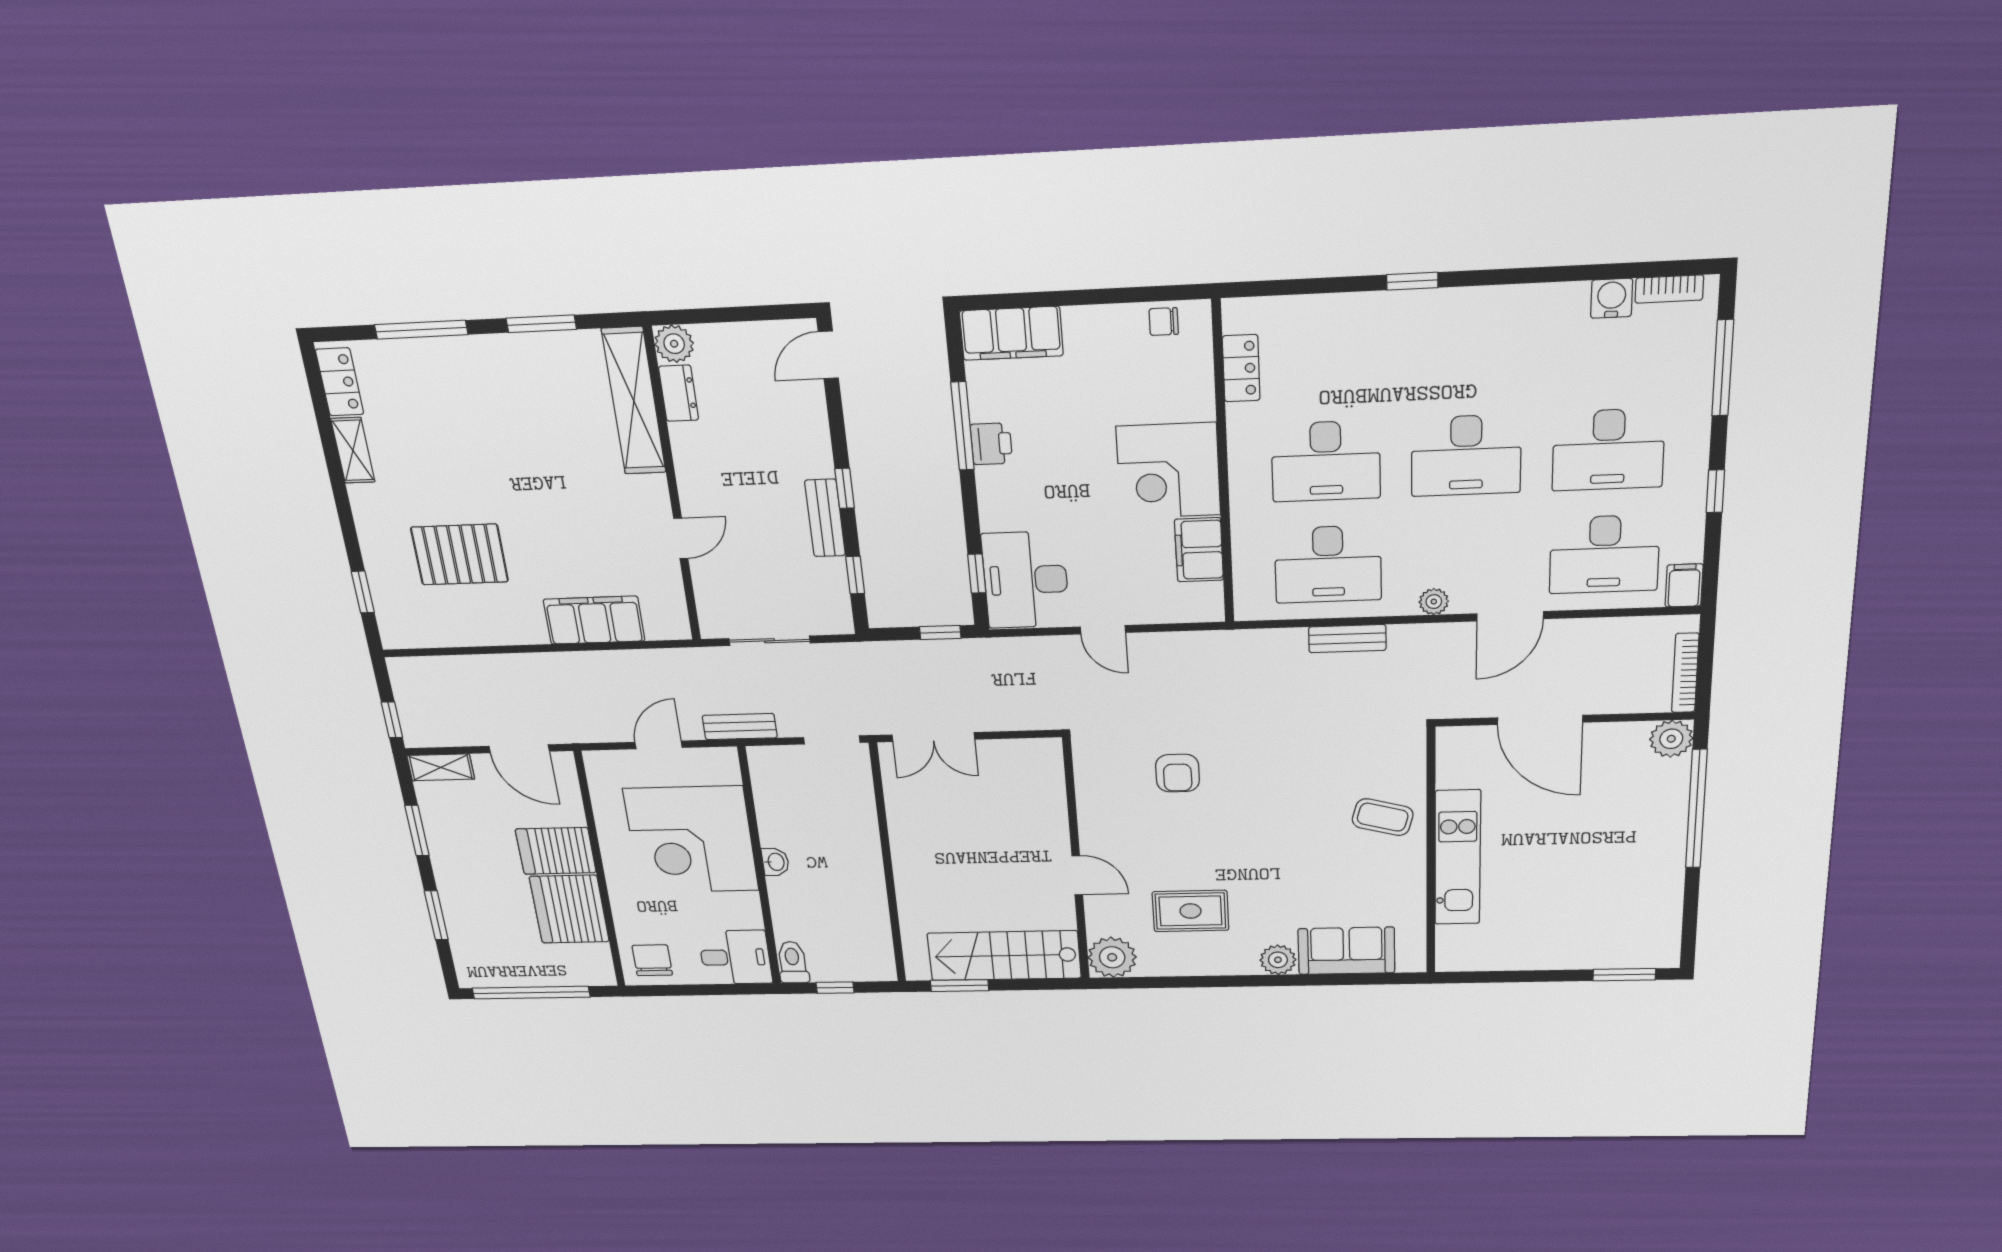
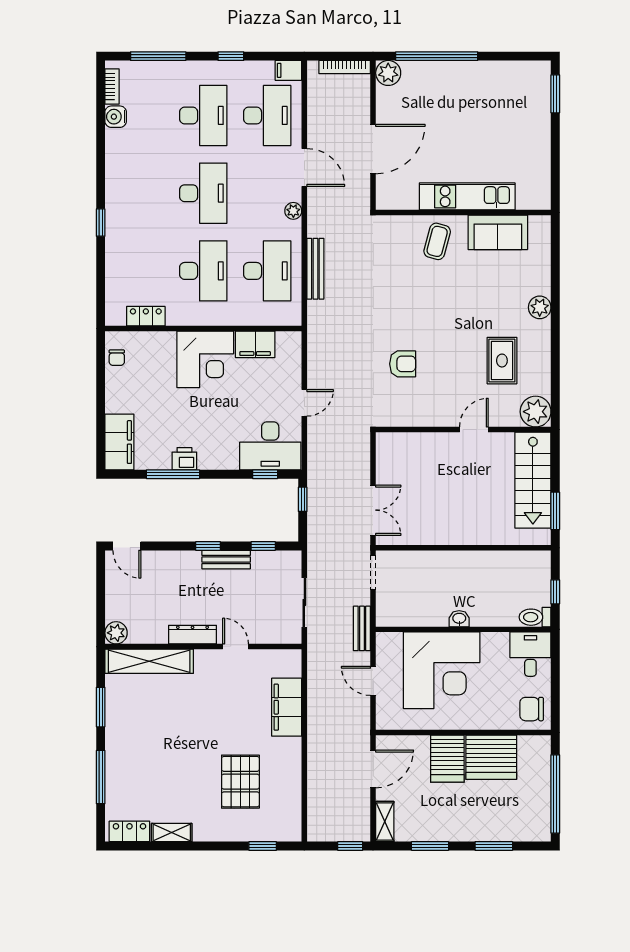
dresser: (679, 393) -> (193, 635), moved, width x1.44
bench: (1347, 639) -> (315, 269), width x1.36
sofa: (1346, 951) -> (498, 232), moved, turned -90

